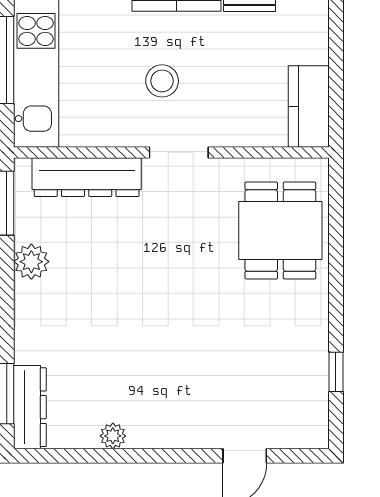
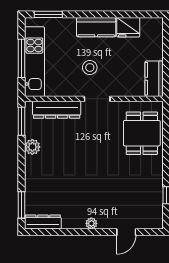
dresser: (30, 407) -> (43, 222), moved, turned -90
plant: (113, 436) -> (91, 223), moved

